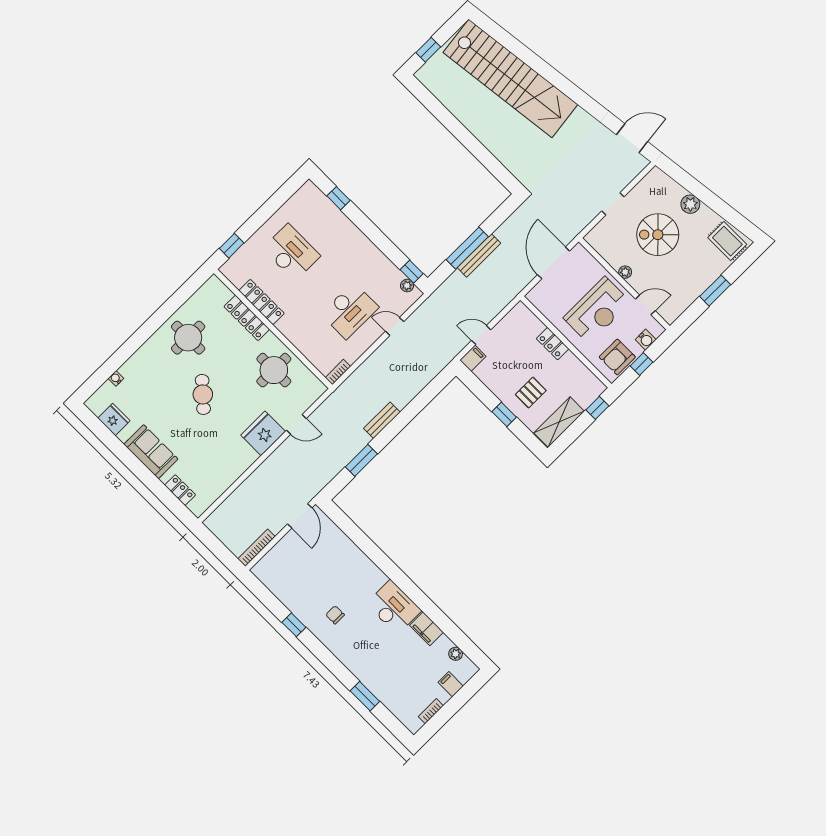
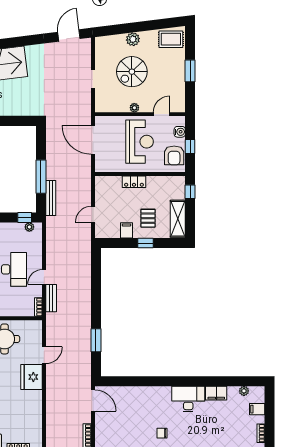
bench: (479, 255) -> (51, 198), moved
door: (395, 326) -> (44, 277), moved
filing cabinet: (473, 358) -> (126, 230), moved
bench: (382, 420) -> (51, 298), moved

